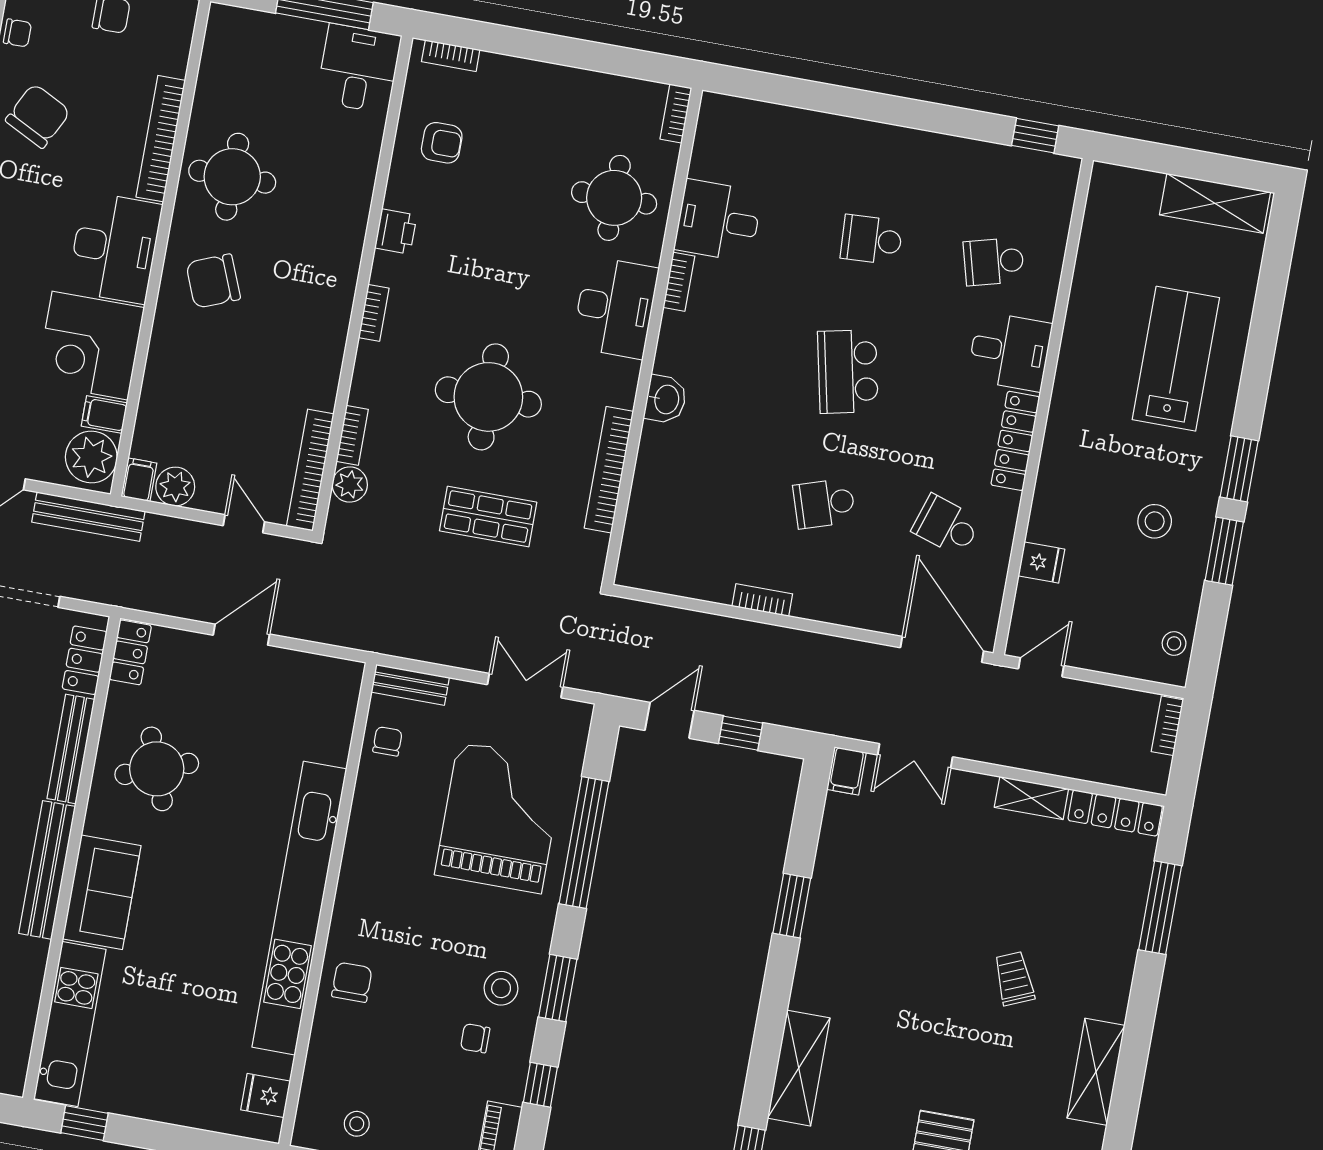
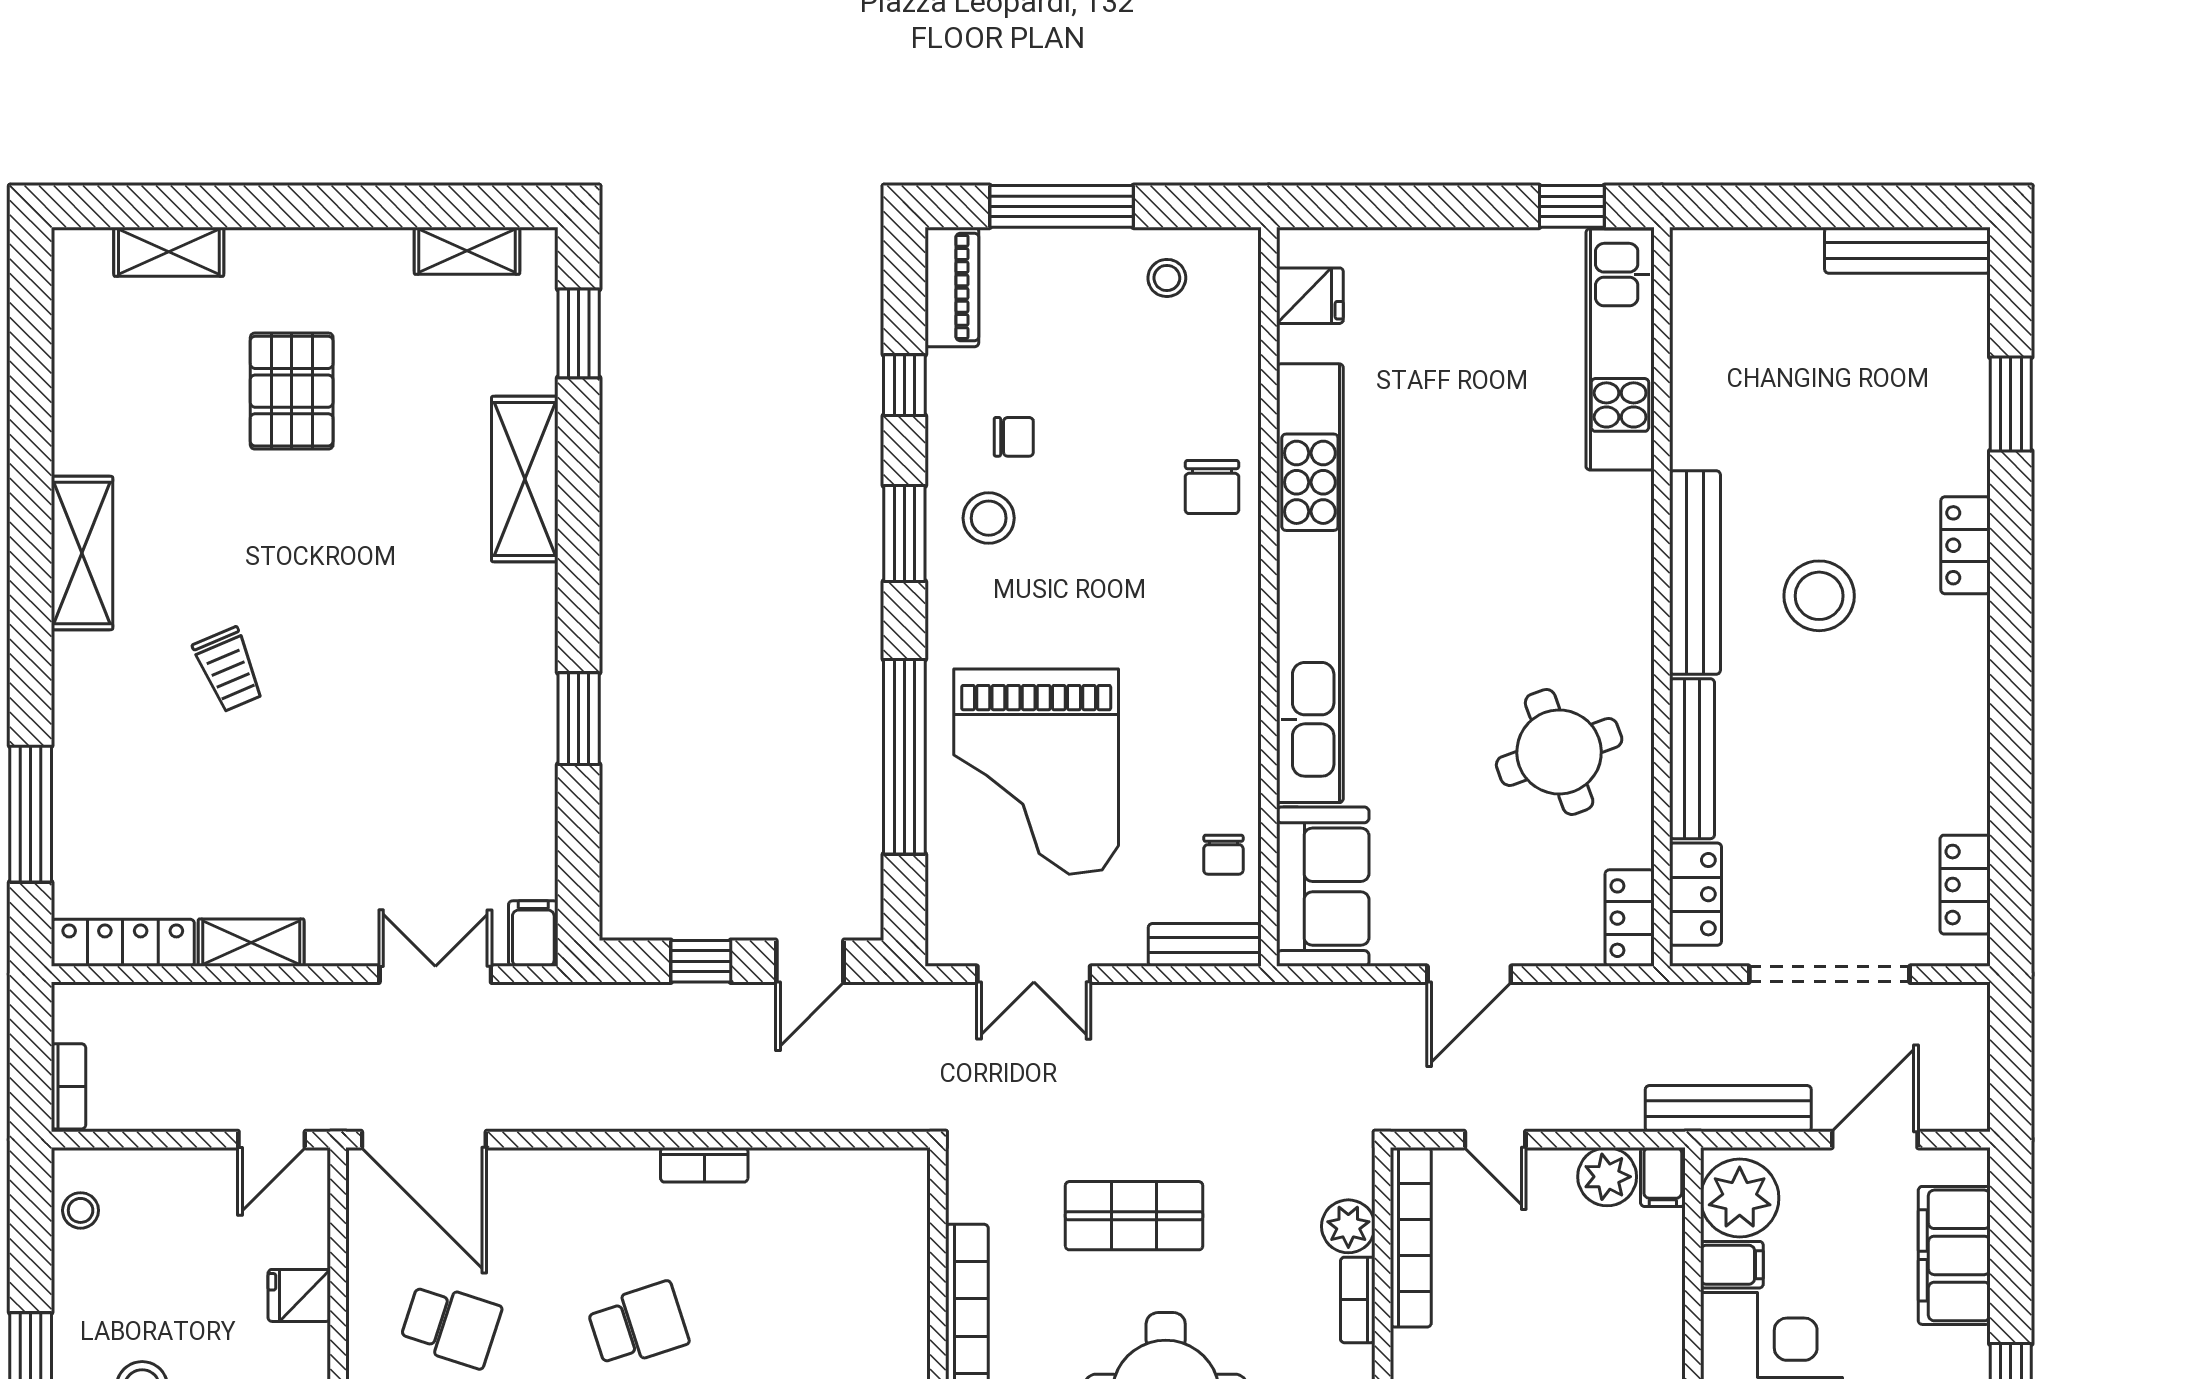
sofa: (102, 892) -> (1323, 887), moved, turned 180

